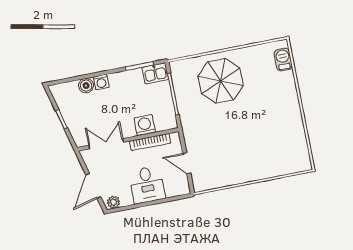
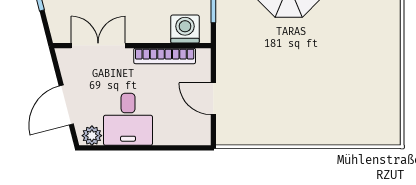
washing machine: (145, 125) -> (185, 29), moved
desk: (147, 185) -> (128, 119), moved

